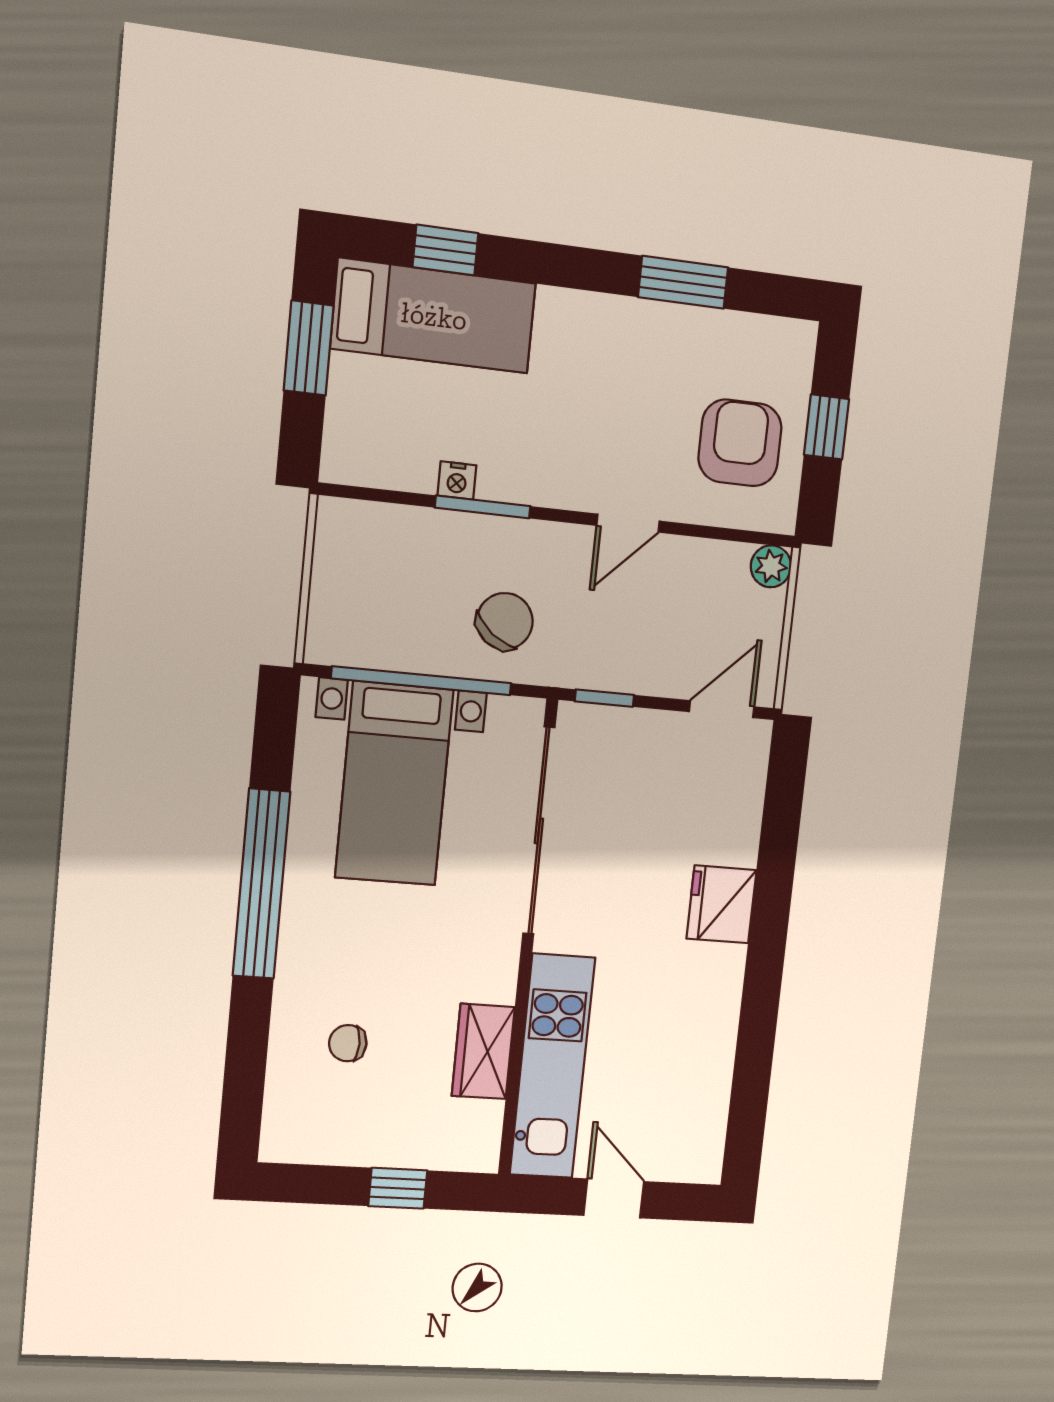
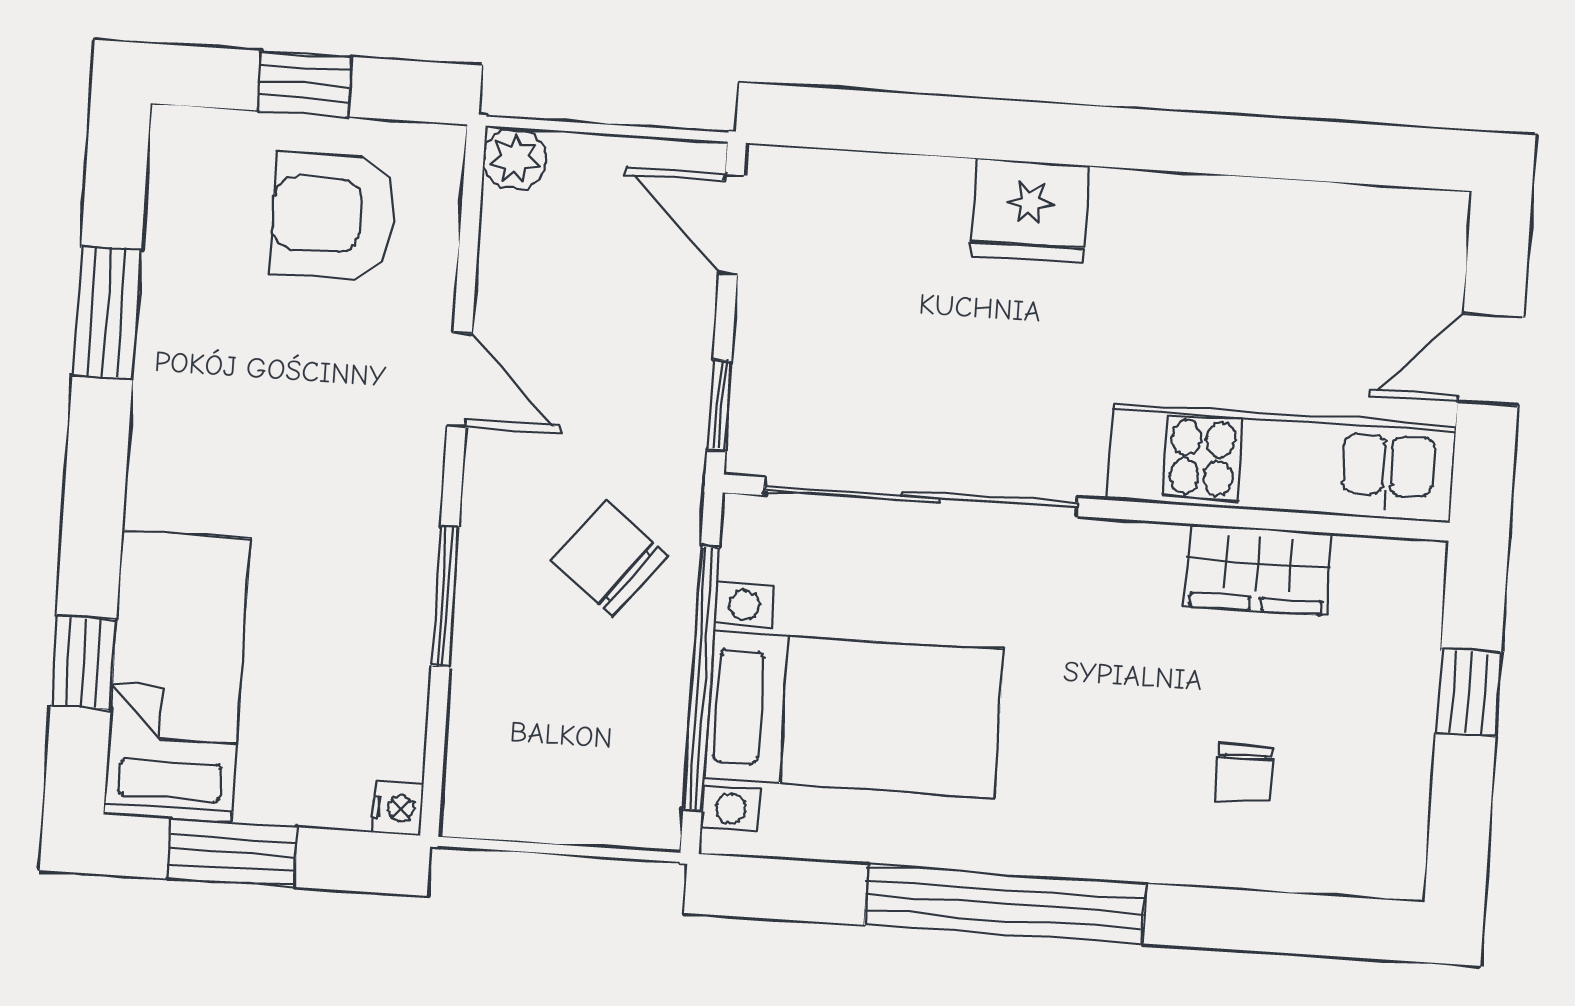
nightstand: (457, 480) -> (397, 808), moved

